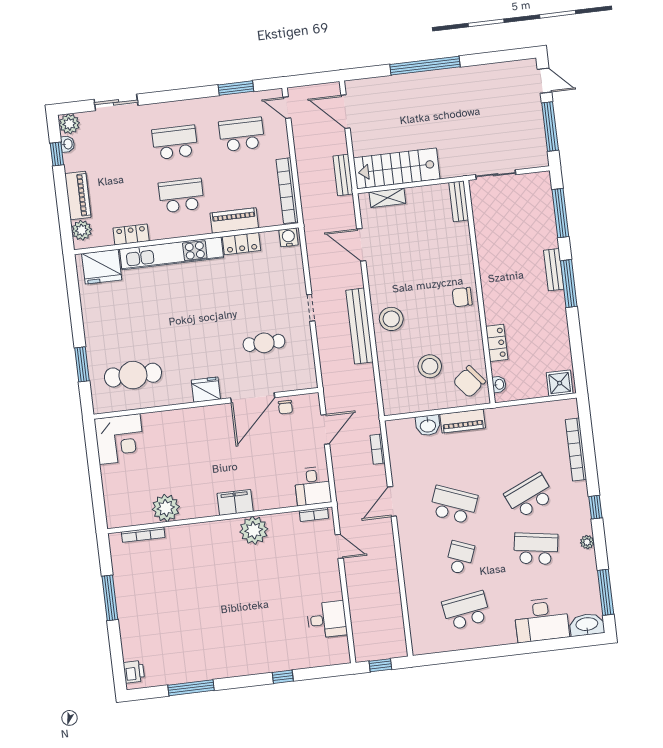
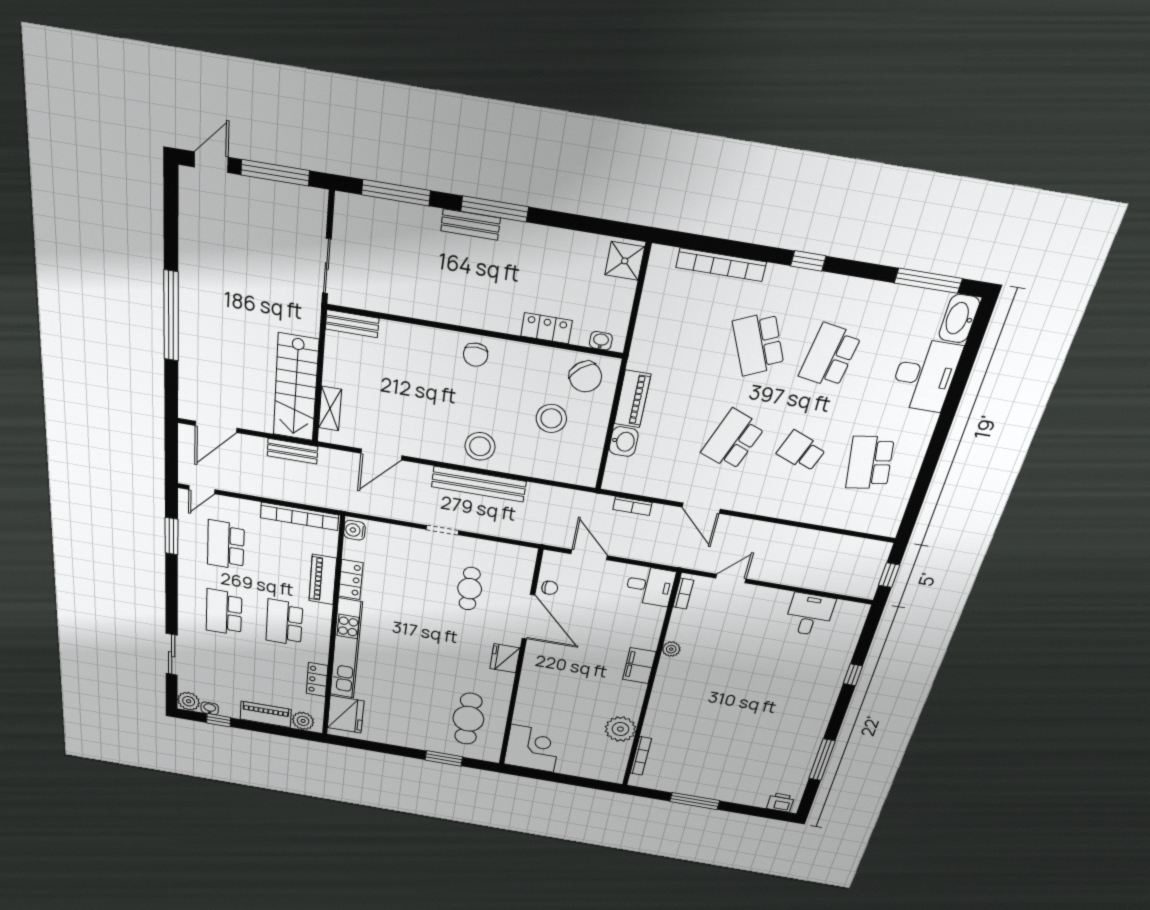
plant: (254, 530) -> (671, 649), width x0.53, depth x0.53
plant: (587, 542) -> (850, 286), removed

